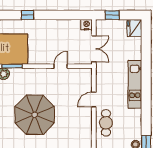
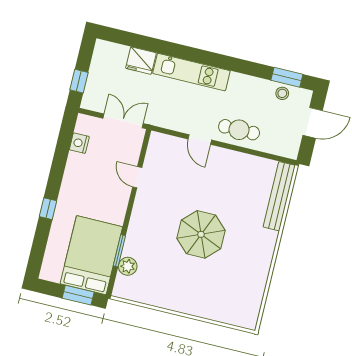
nightstand: (87, 25) -> (79, 143), moved
fridge: (134, 28) -> (141, 61), moved
parasol: (35, 115) -> (201, 234), width x0.73, depth x0.73

